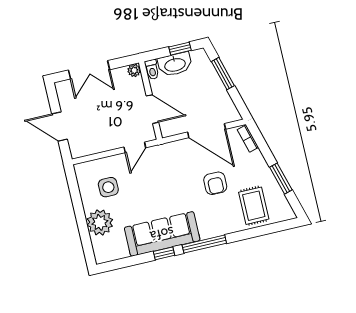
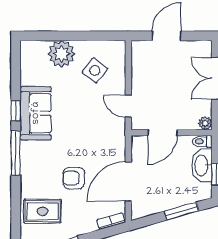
side table: (108, 187) -> (95, 70), turned 38
sofa: (162, 234) -> (36, 113), width x0.73

